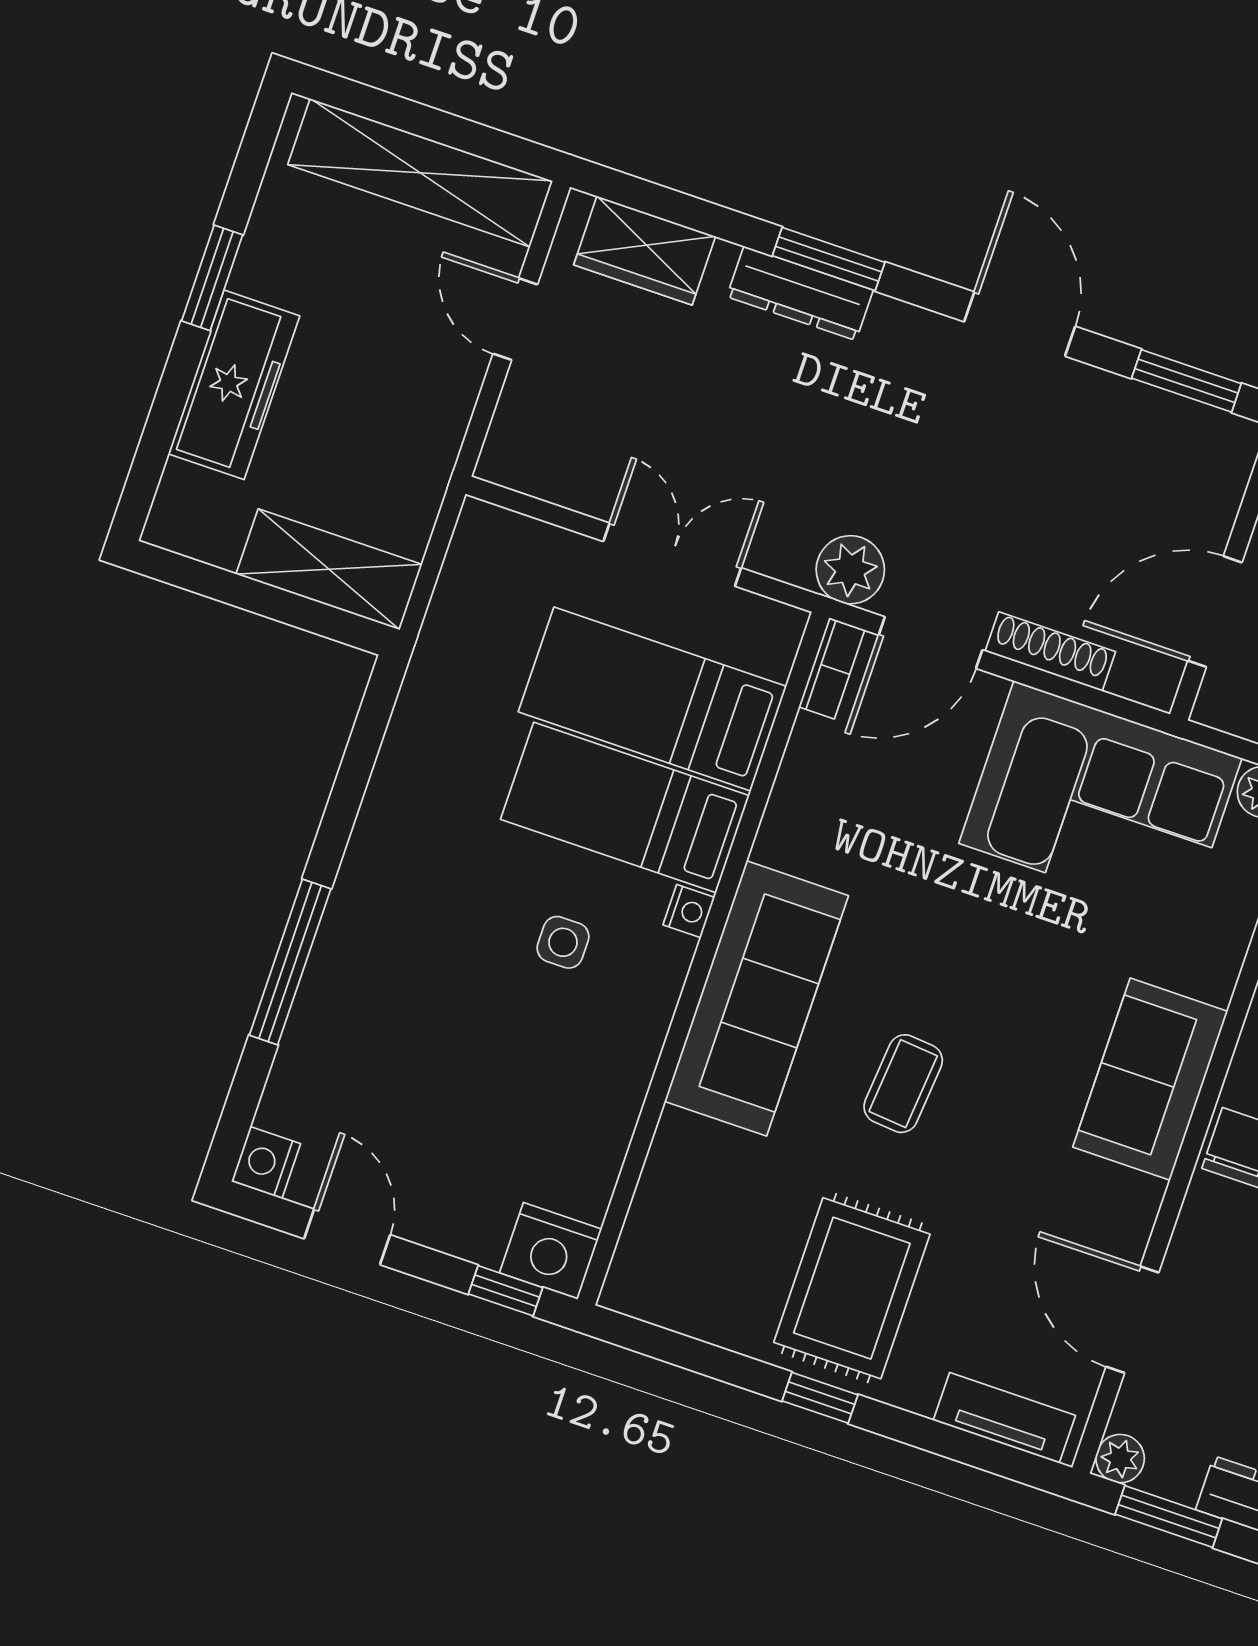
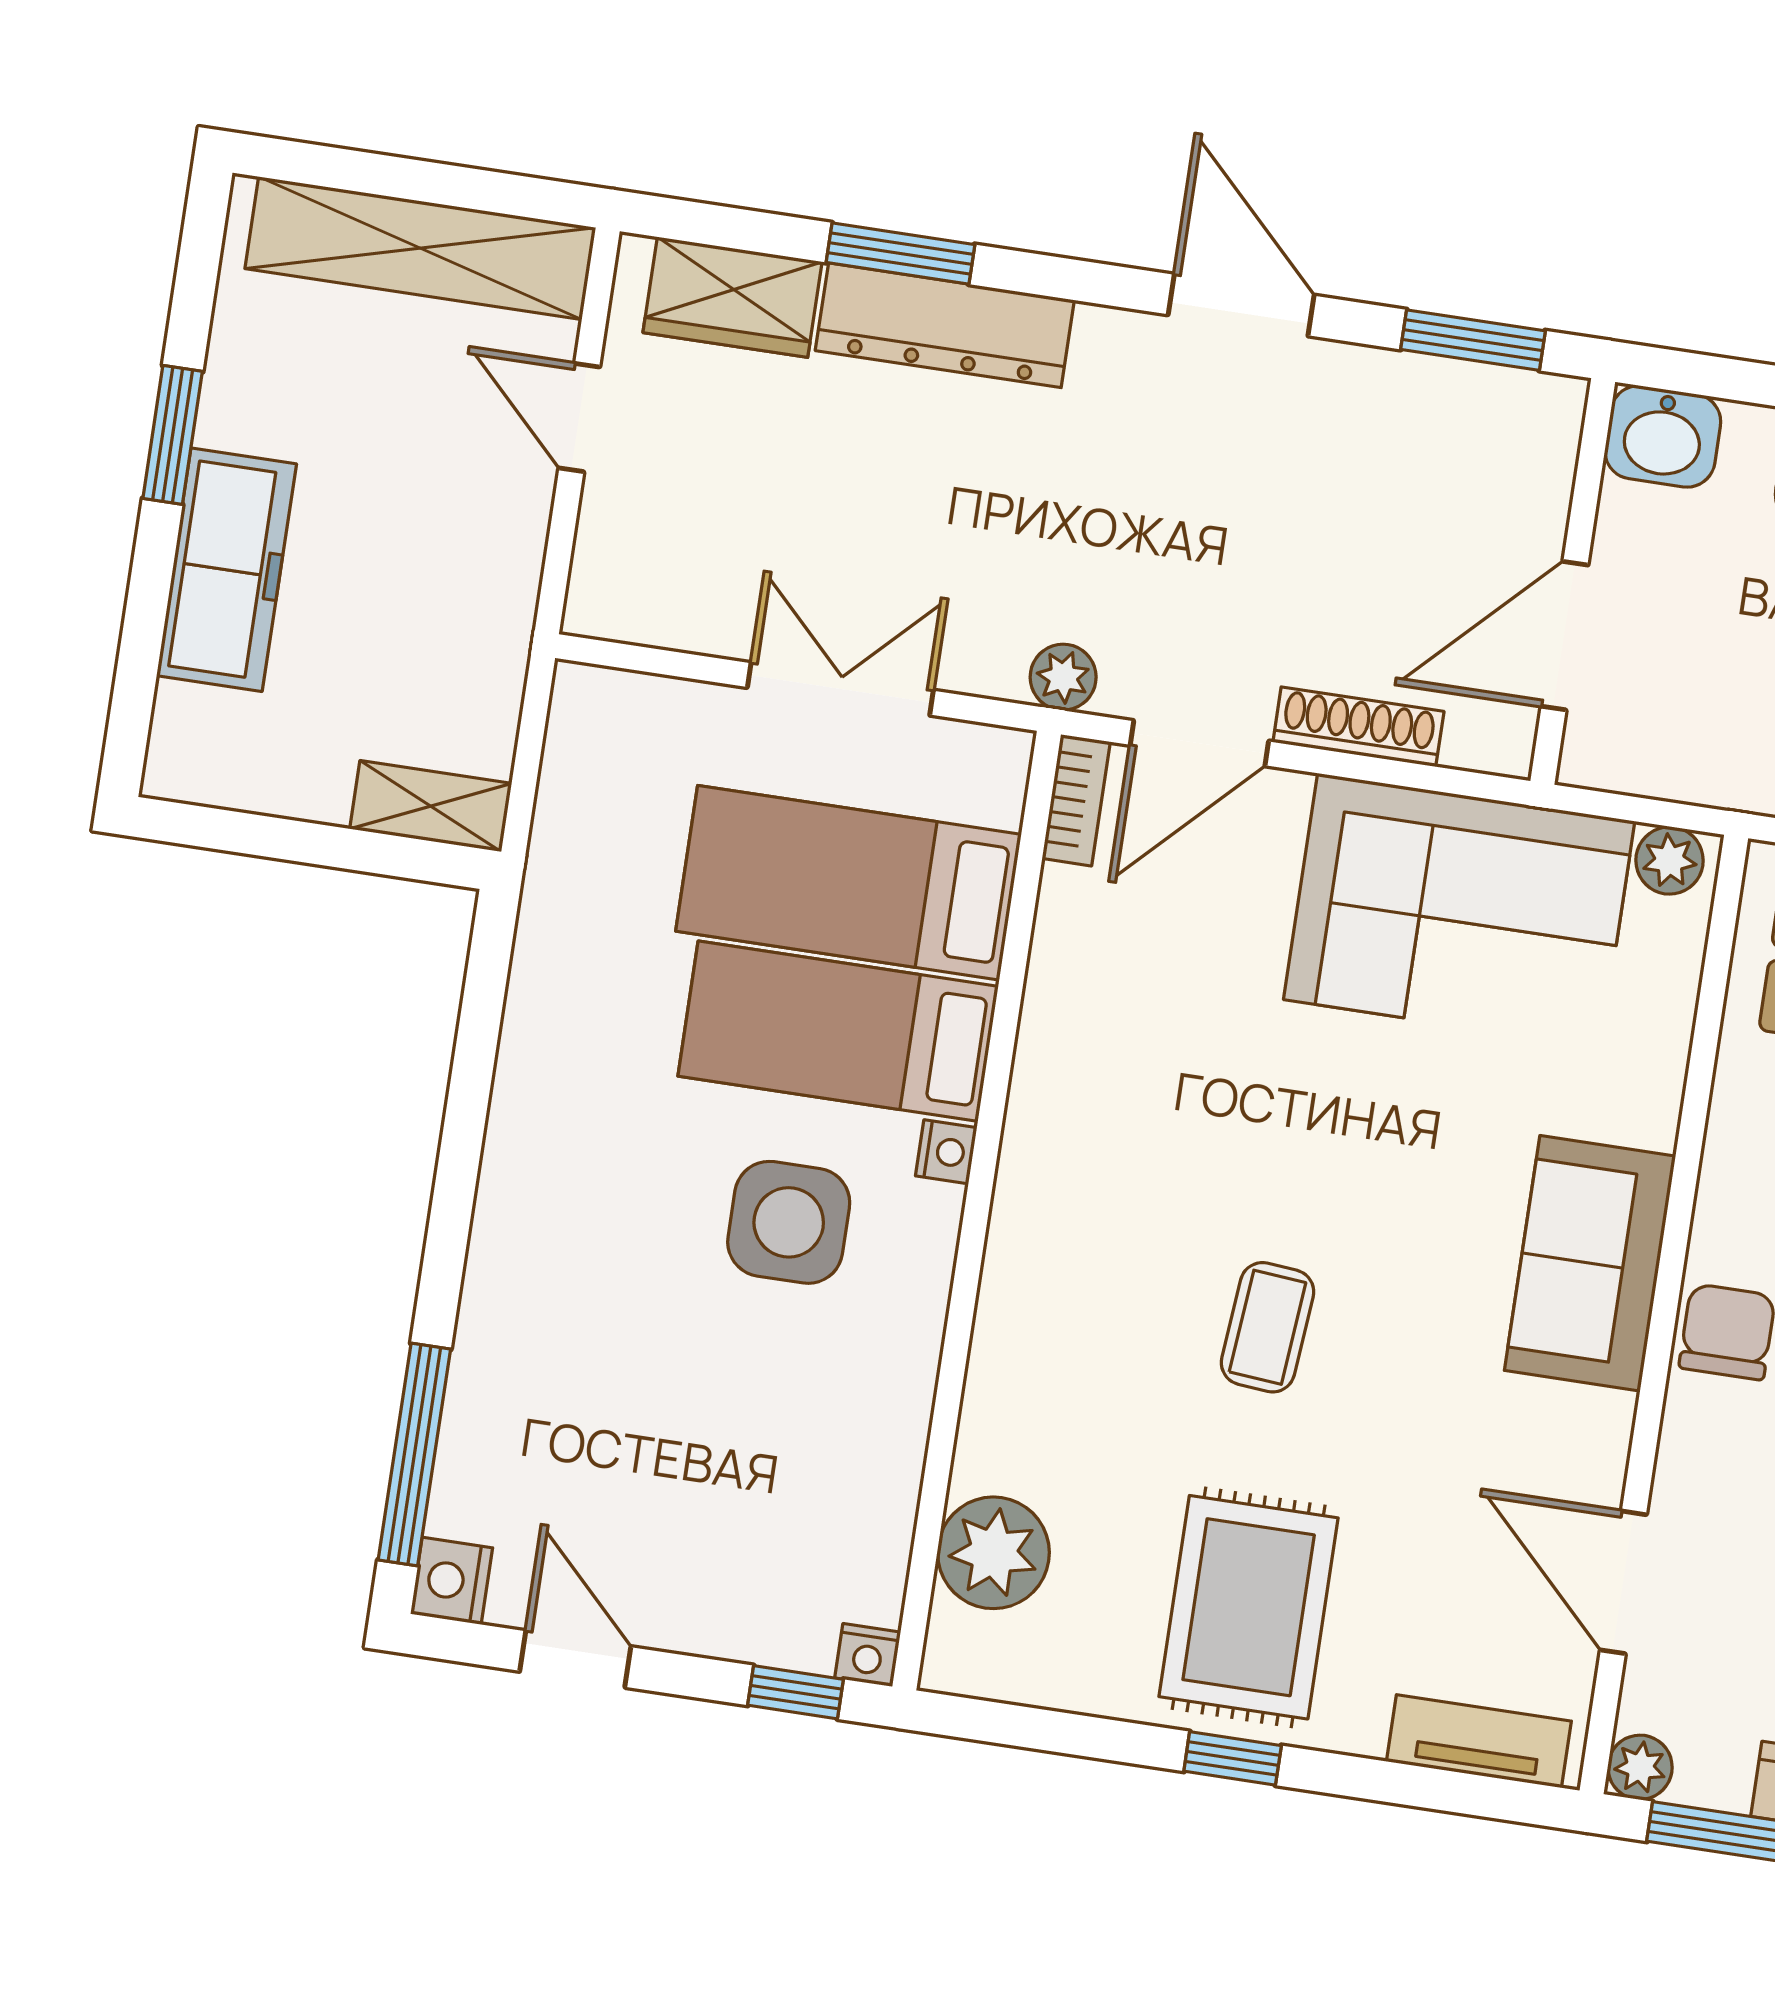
window: (829, 259) -> (900, 254), moved
dresser: (800, 293) -> (945, 325), width x1.37, depth x1.24
shelving: (329, 569) -> (431, 806), width x0.67, depth x0.75
plant: (850, 570) -> (1063, 677), width x0.73, depth x0.73
side table: (563, 942) -> (789, 1222), width x1.87, depth x1.87
window: (290, 962) -> (414, 1455), moved
sofa: (756, 998) -> (1055, 1250), removed
plant: (670, 1214) -> (993, 1553), added
nightstand: (551, 1251) -> (868, 1655), width x0.53, depth x0.56

